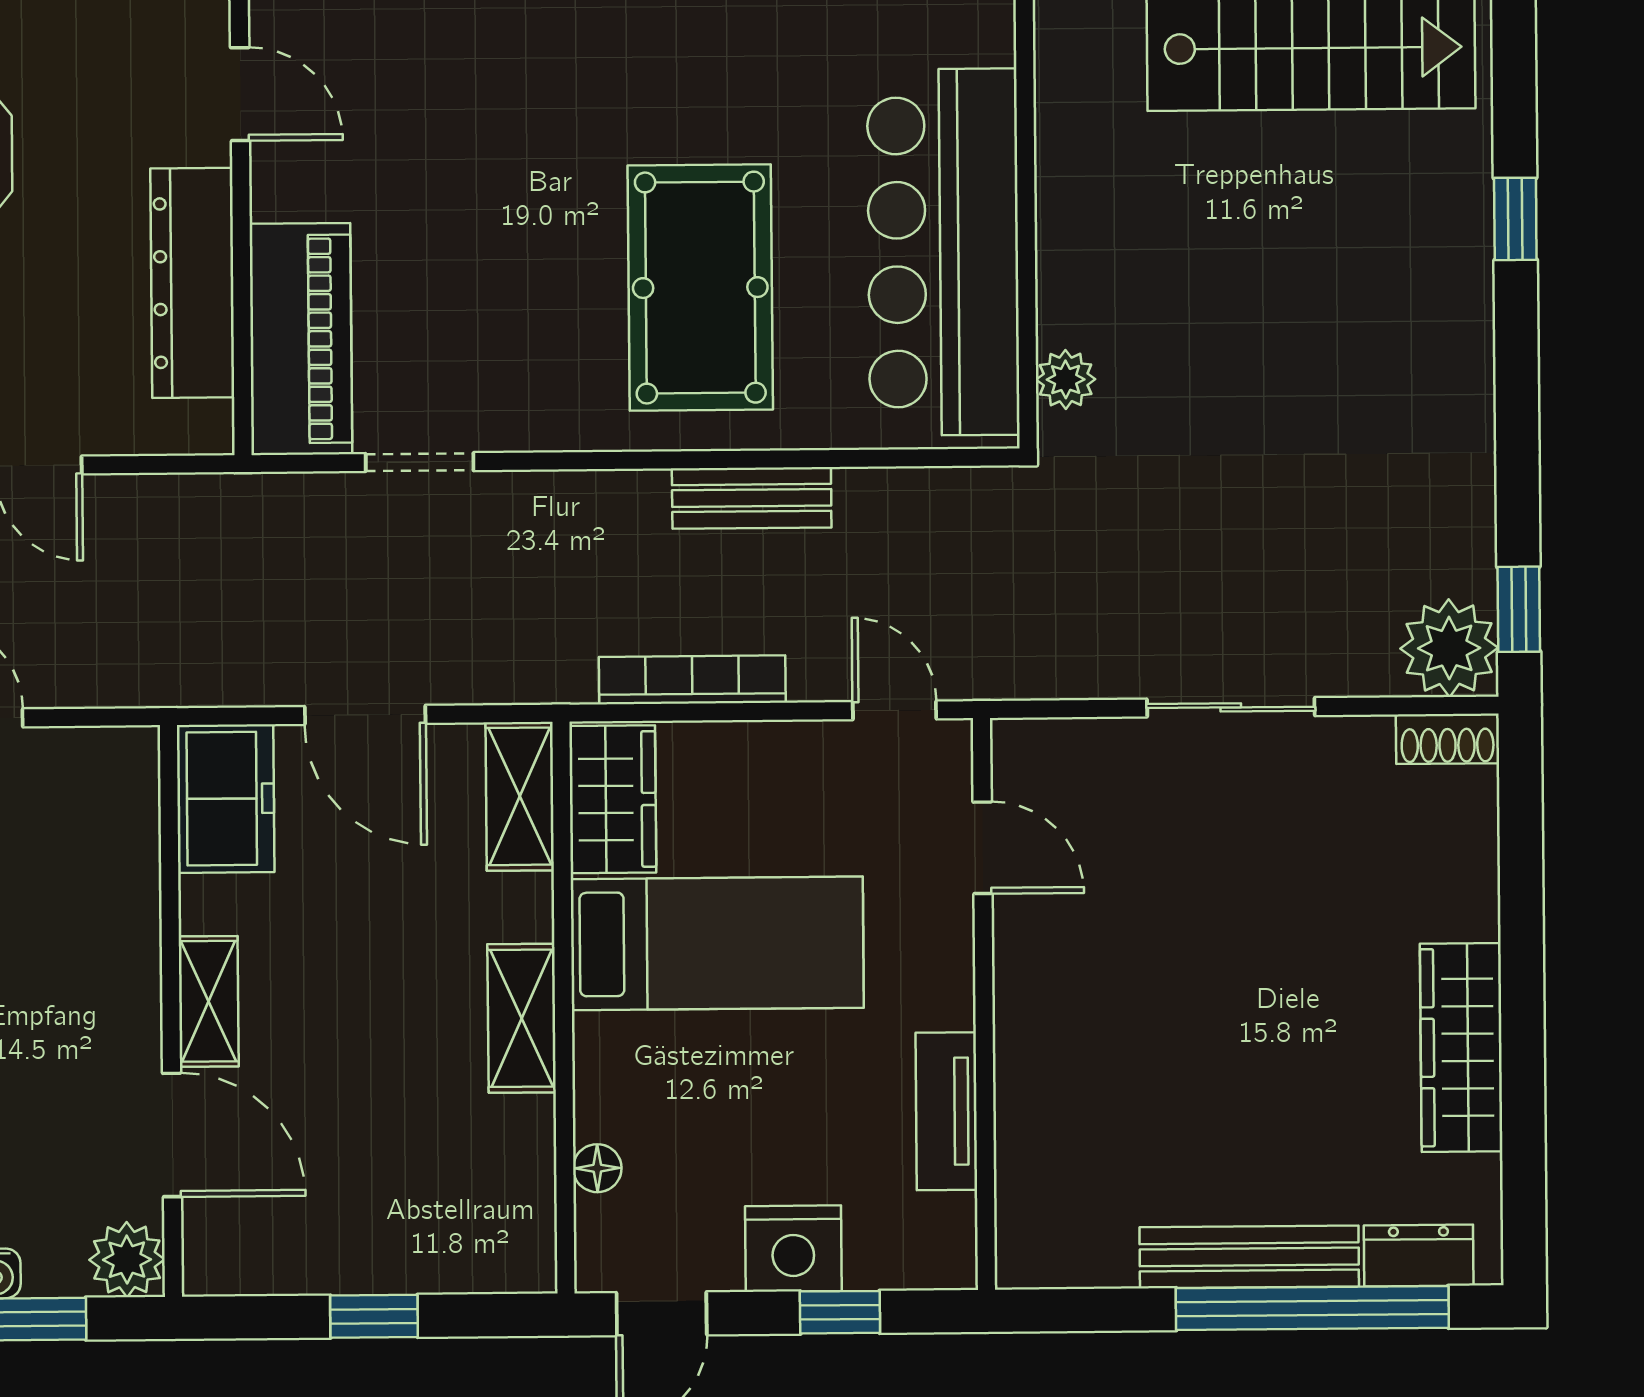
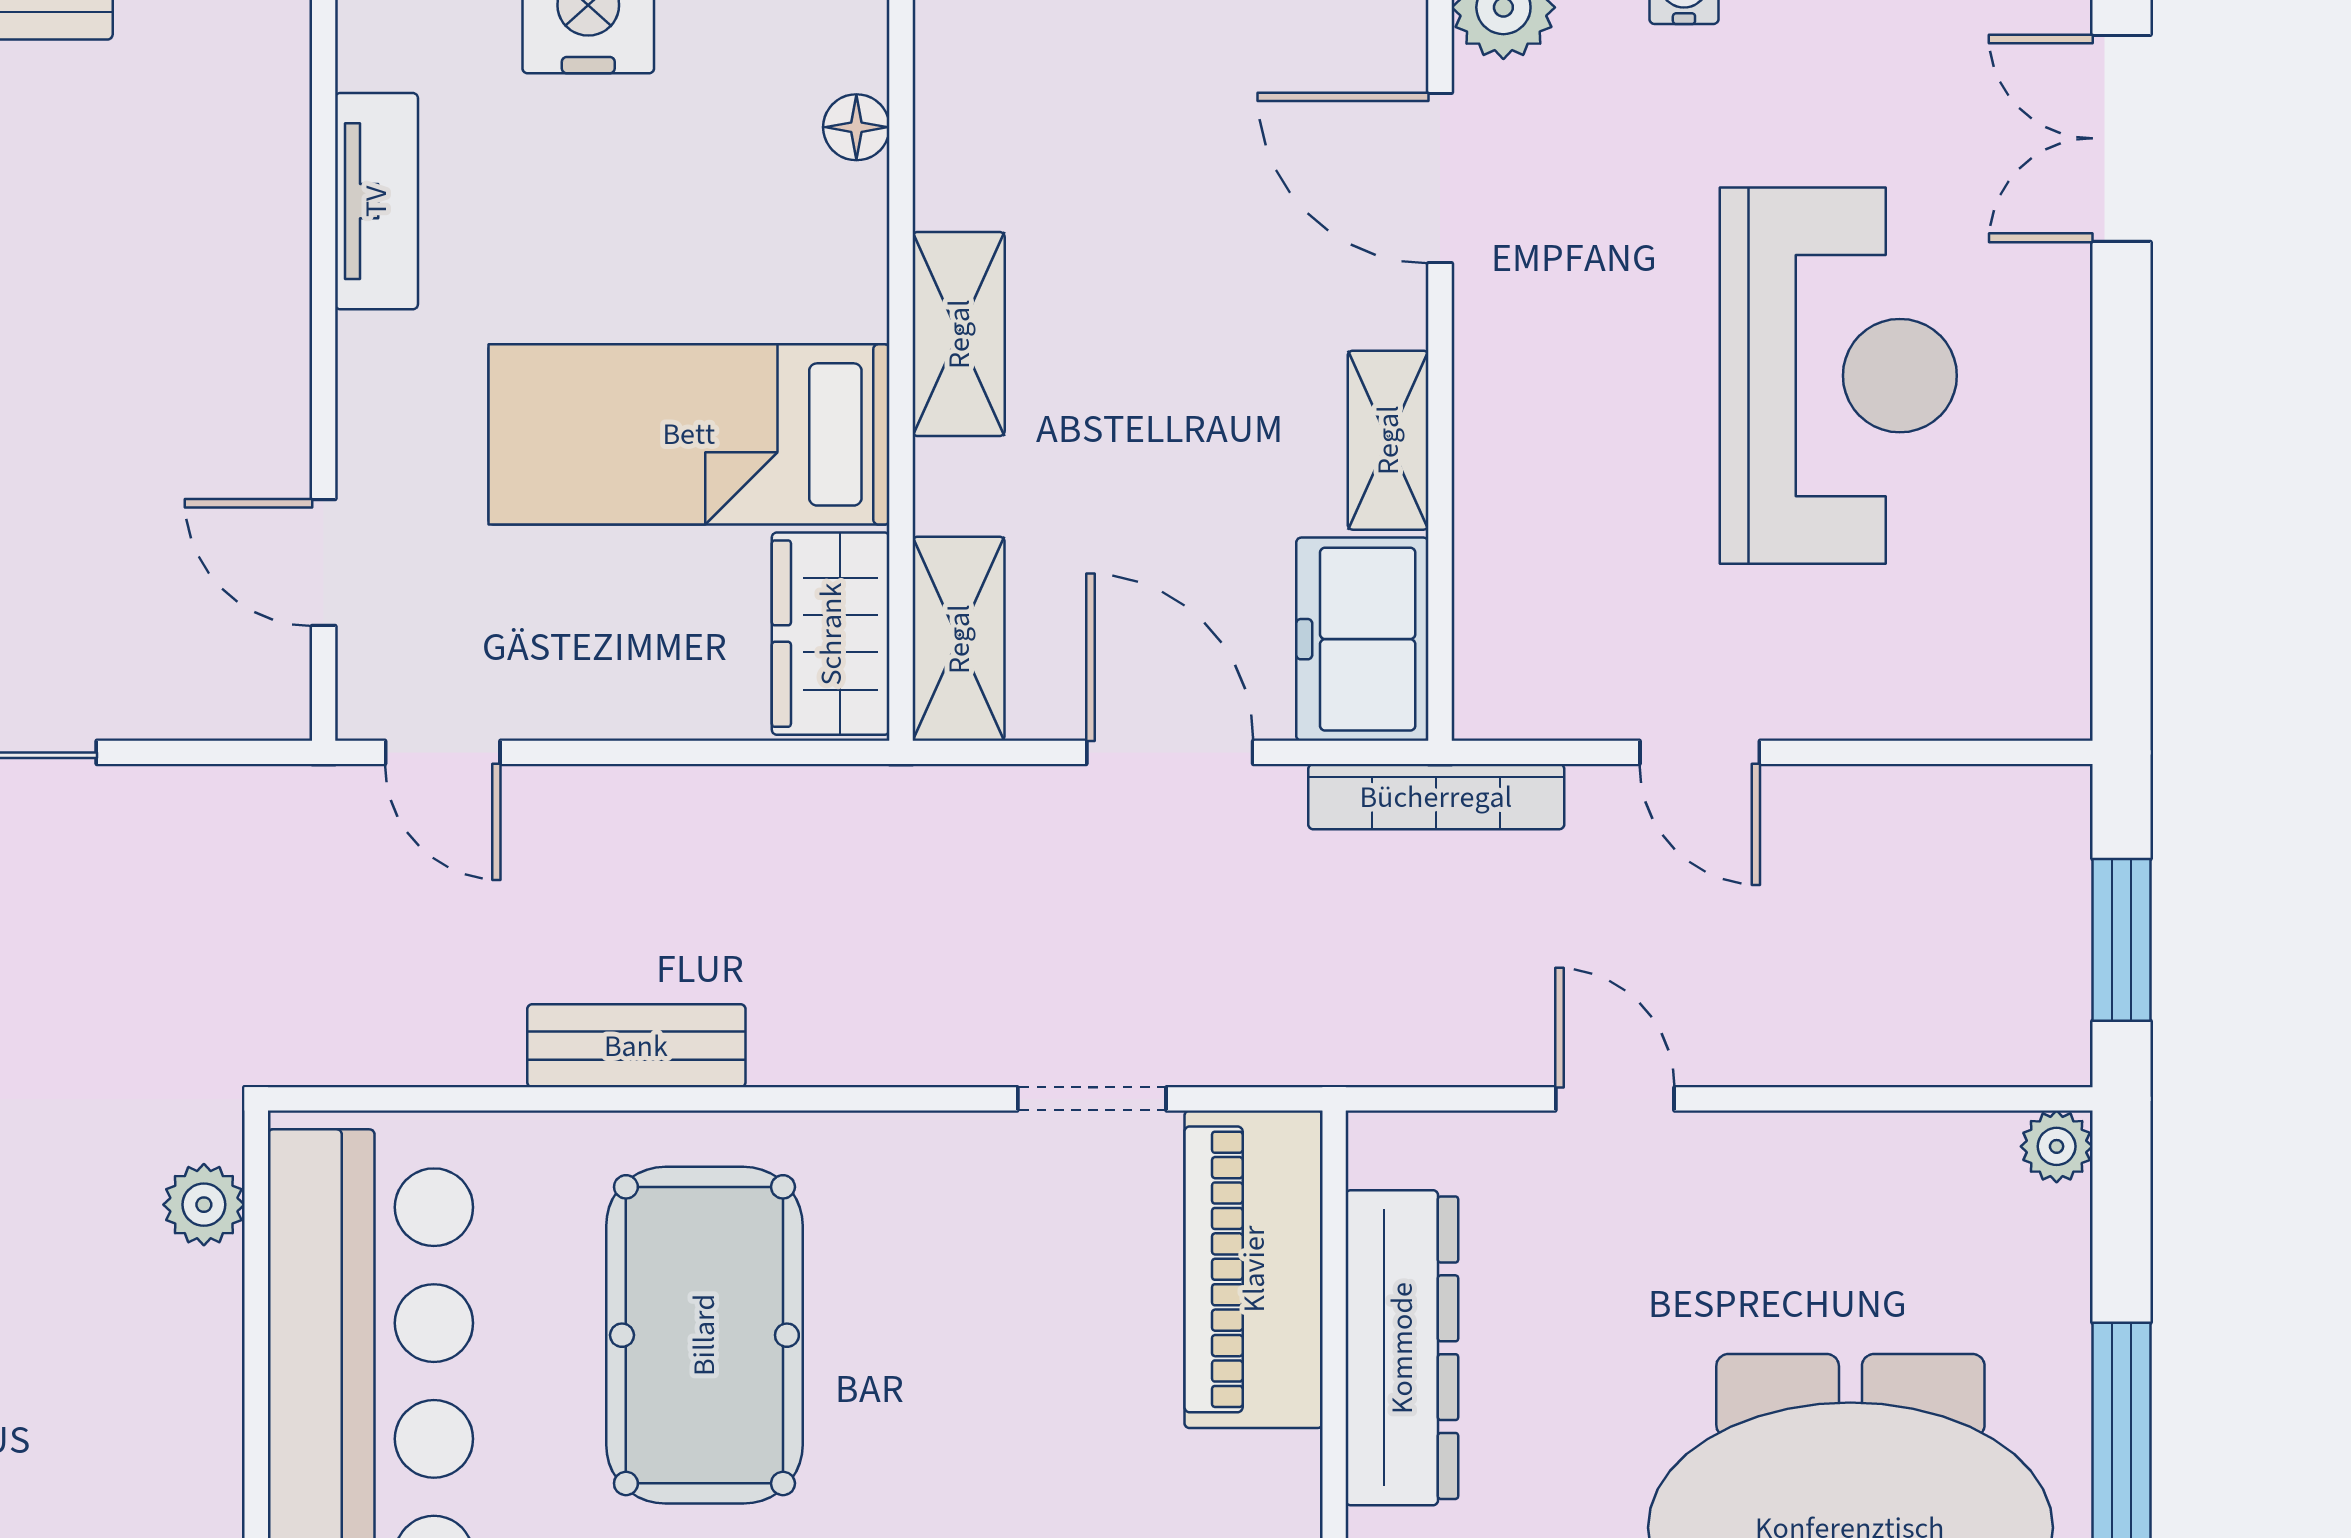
bookcase: (692, 680) -> (1436, 797), moved
shelving: (209, 1001) -> (1388, 440), moved

